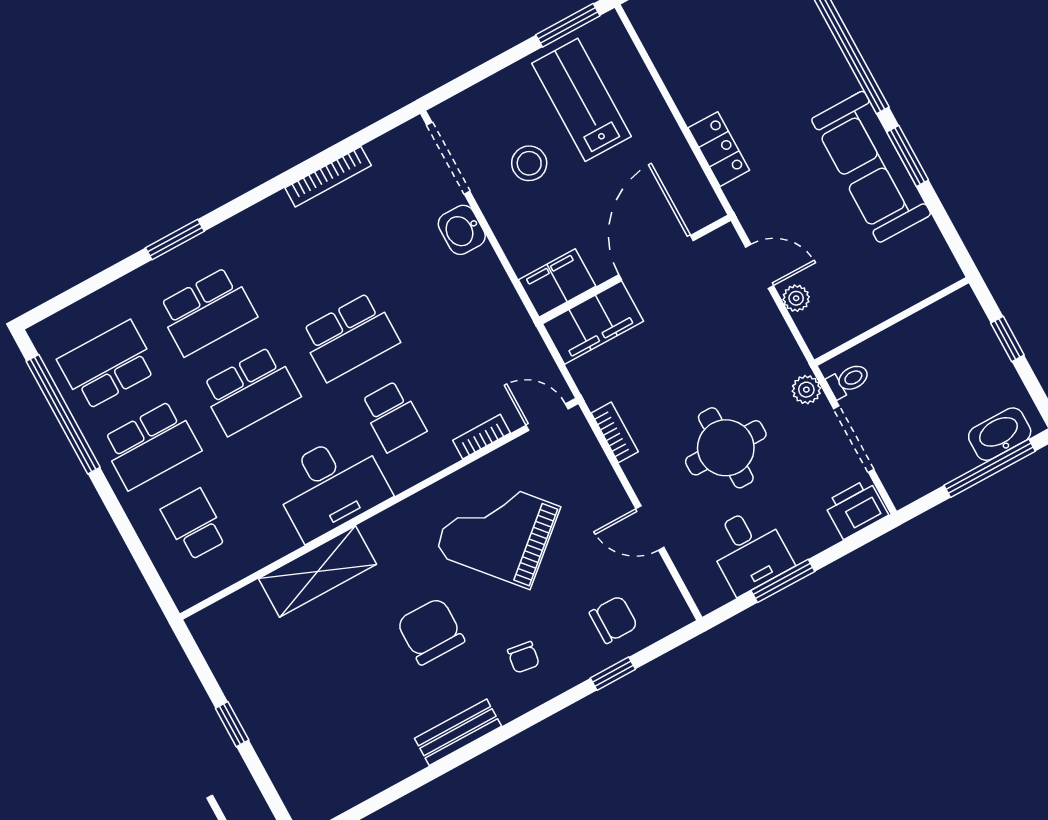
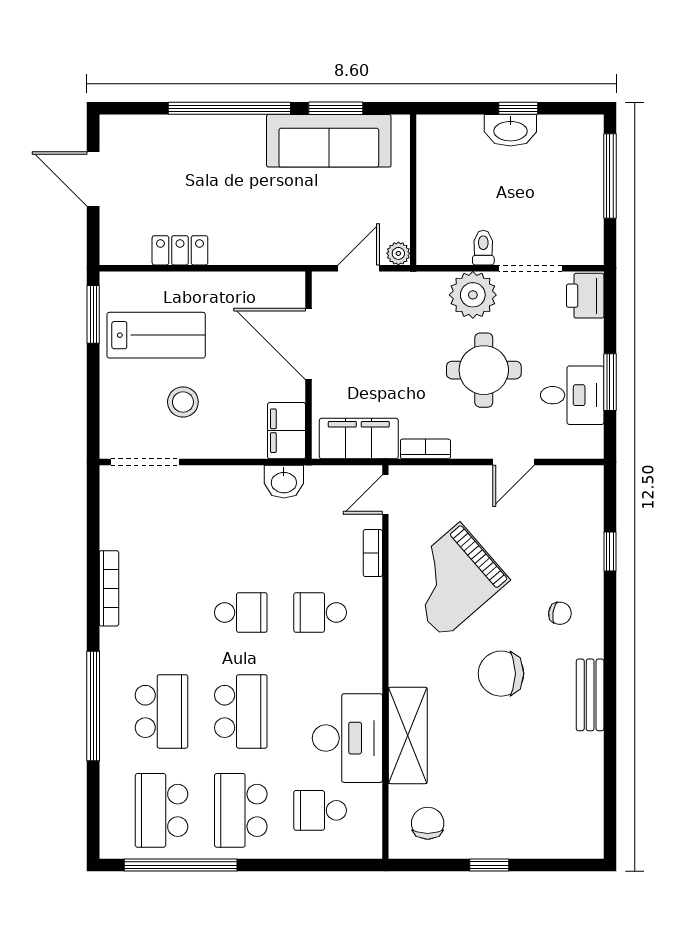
lab bench: (582, 100) -> (156, 335), turned 180
locker: (719, 149) -> (180, 250), moved
bookcase: (328, 177) -> (109, 588), moved
washbasin: (462, 230) -> (284, 482), moved
window: (175, 240) -> (93, 706), width x2.11
wall: (892, 321) -> (413, 190), moved
filing cabinet: (593, 323) -> (359, 439), moved, turned -90
school desk: (350, 337) -> (241, 613), width x0.54
plant: (806, 390) -> (473, 295), width x1.88, depth x1.88
school desk: (393, 416) -> (320, 613), turned 180
washbasin: (1000, 434) -> (510, 130), moved, turned -90
school desk: (151, 445) -> (241, 810), turned 180
desk: (331, 486) -> (347, 738), moved
chair: (613, 620) -> (428, 823), moved

